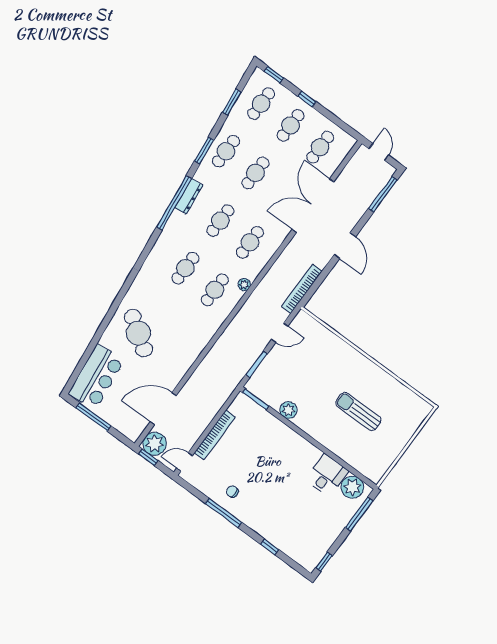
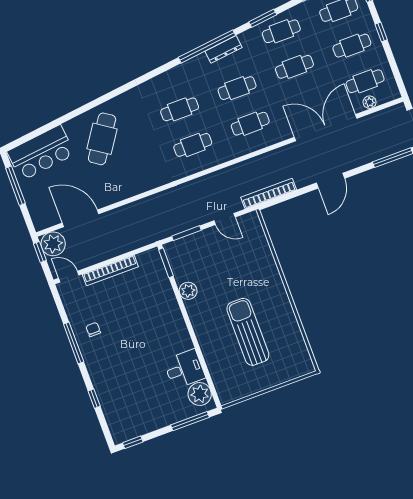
plant: (244, 285) -> (370, 102), moved
sun lounger: (358, 412) -> (248, 332), width x1.36, depth x1.34

